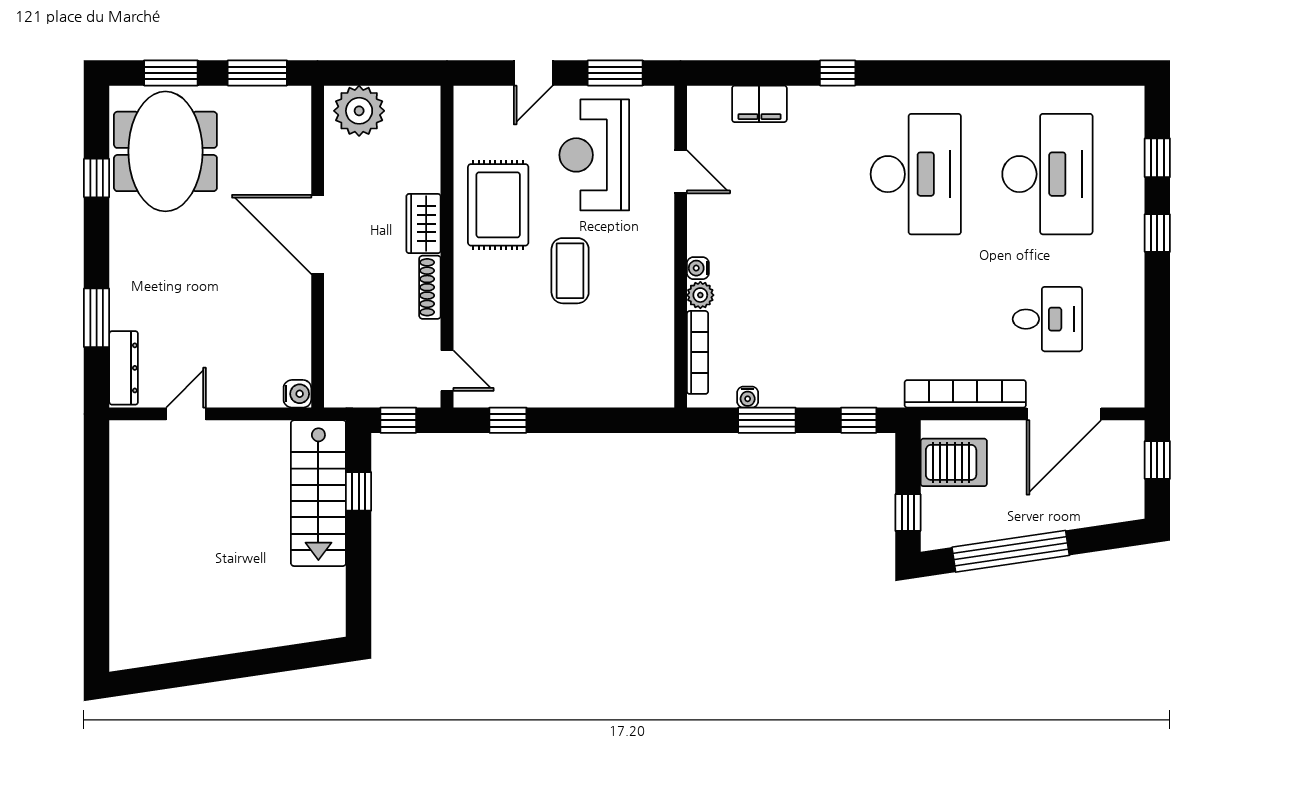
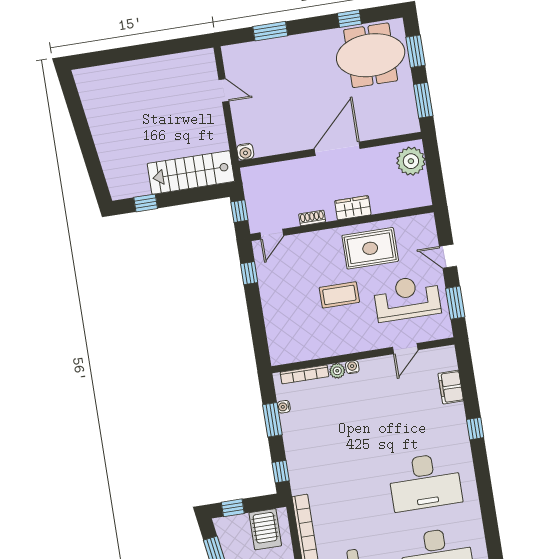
shoe rack: (430, 287) -> (312, 218), width x0.70
dresser: (124, 368) -> (244, 51), removed
window: (359, 491) -> (146, 203), moved

